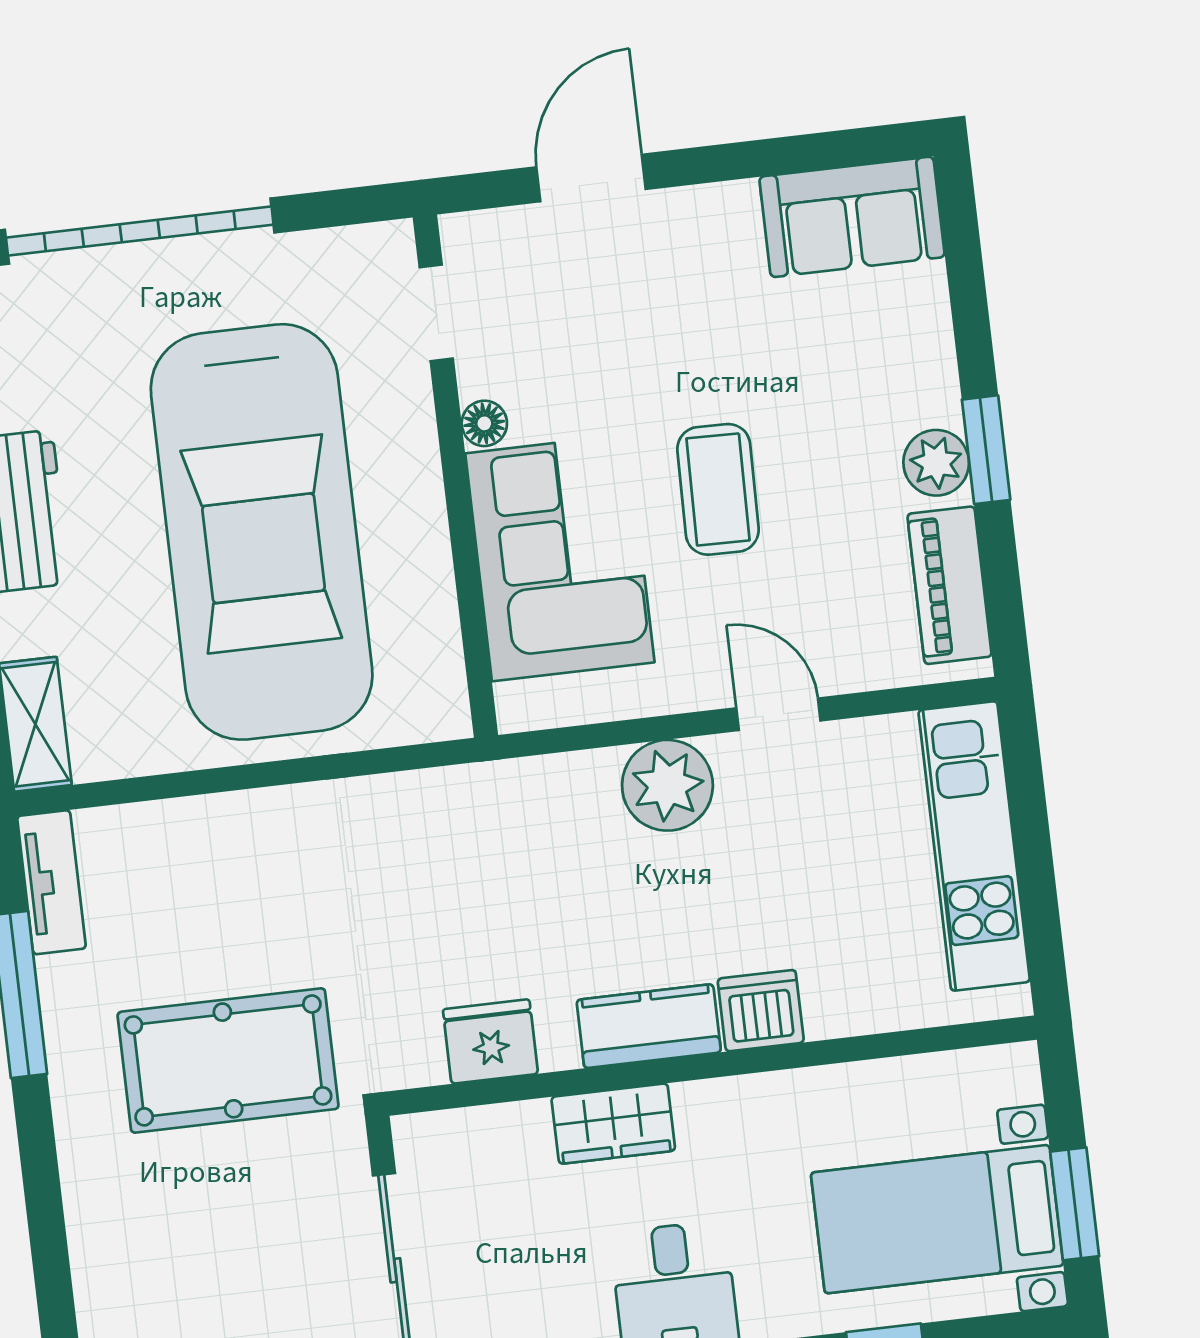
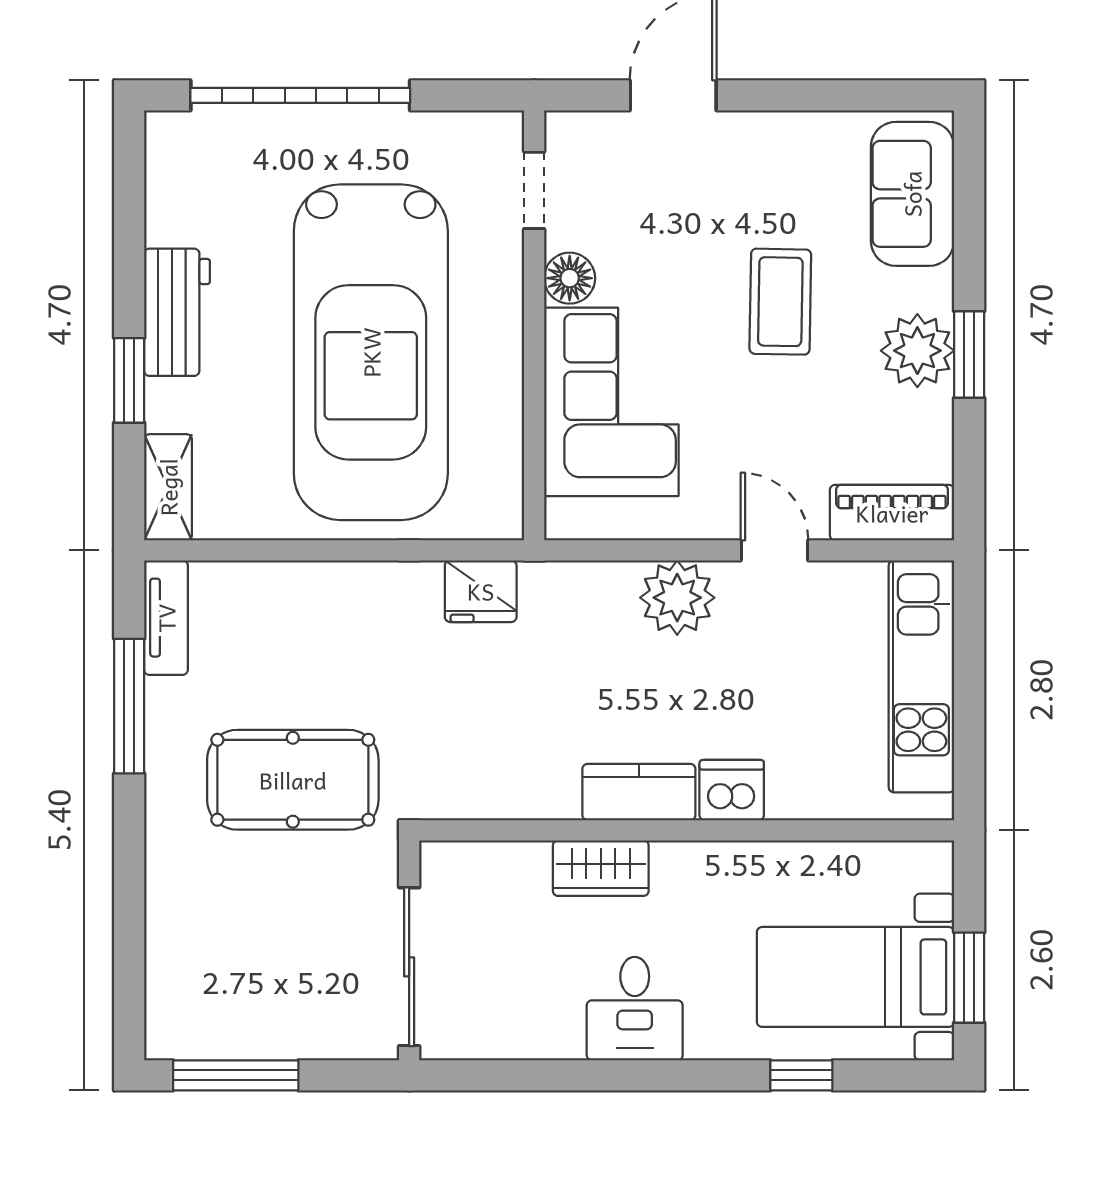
sofa: (852, 217) -> (912, 194), moved, turned 90
floor lamp: (484, 423) -> (570, 278), width x1.37, depth x1.37
plant: (936, 463) -> (917, 351), width x1.36, depth x1.36
coffee table: (718, 489) -> (780, 302), moved
piano: (950, 585) -> (892, 513), moved, turned 90
fridge: (490, 1042) -> (481, 591), moved, turned 180

